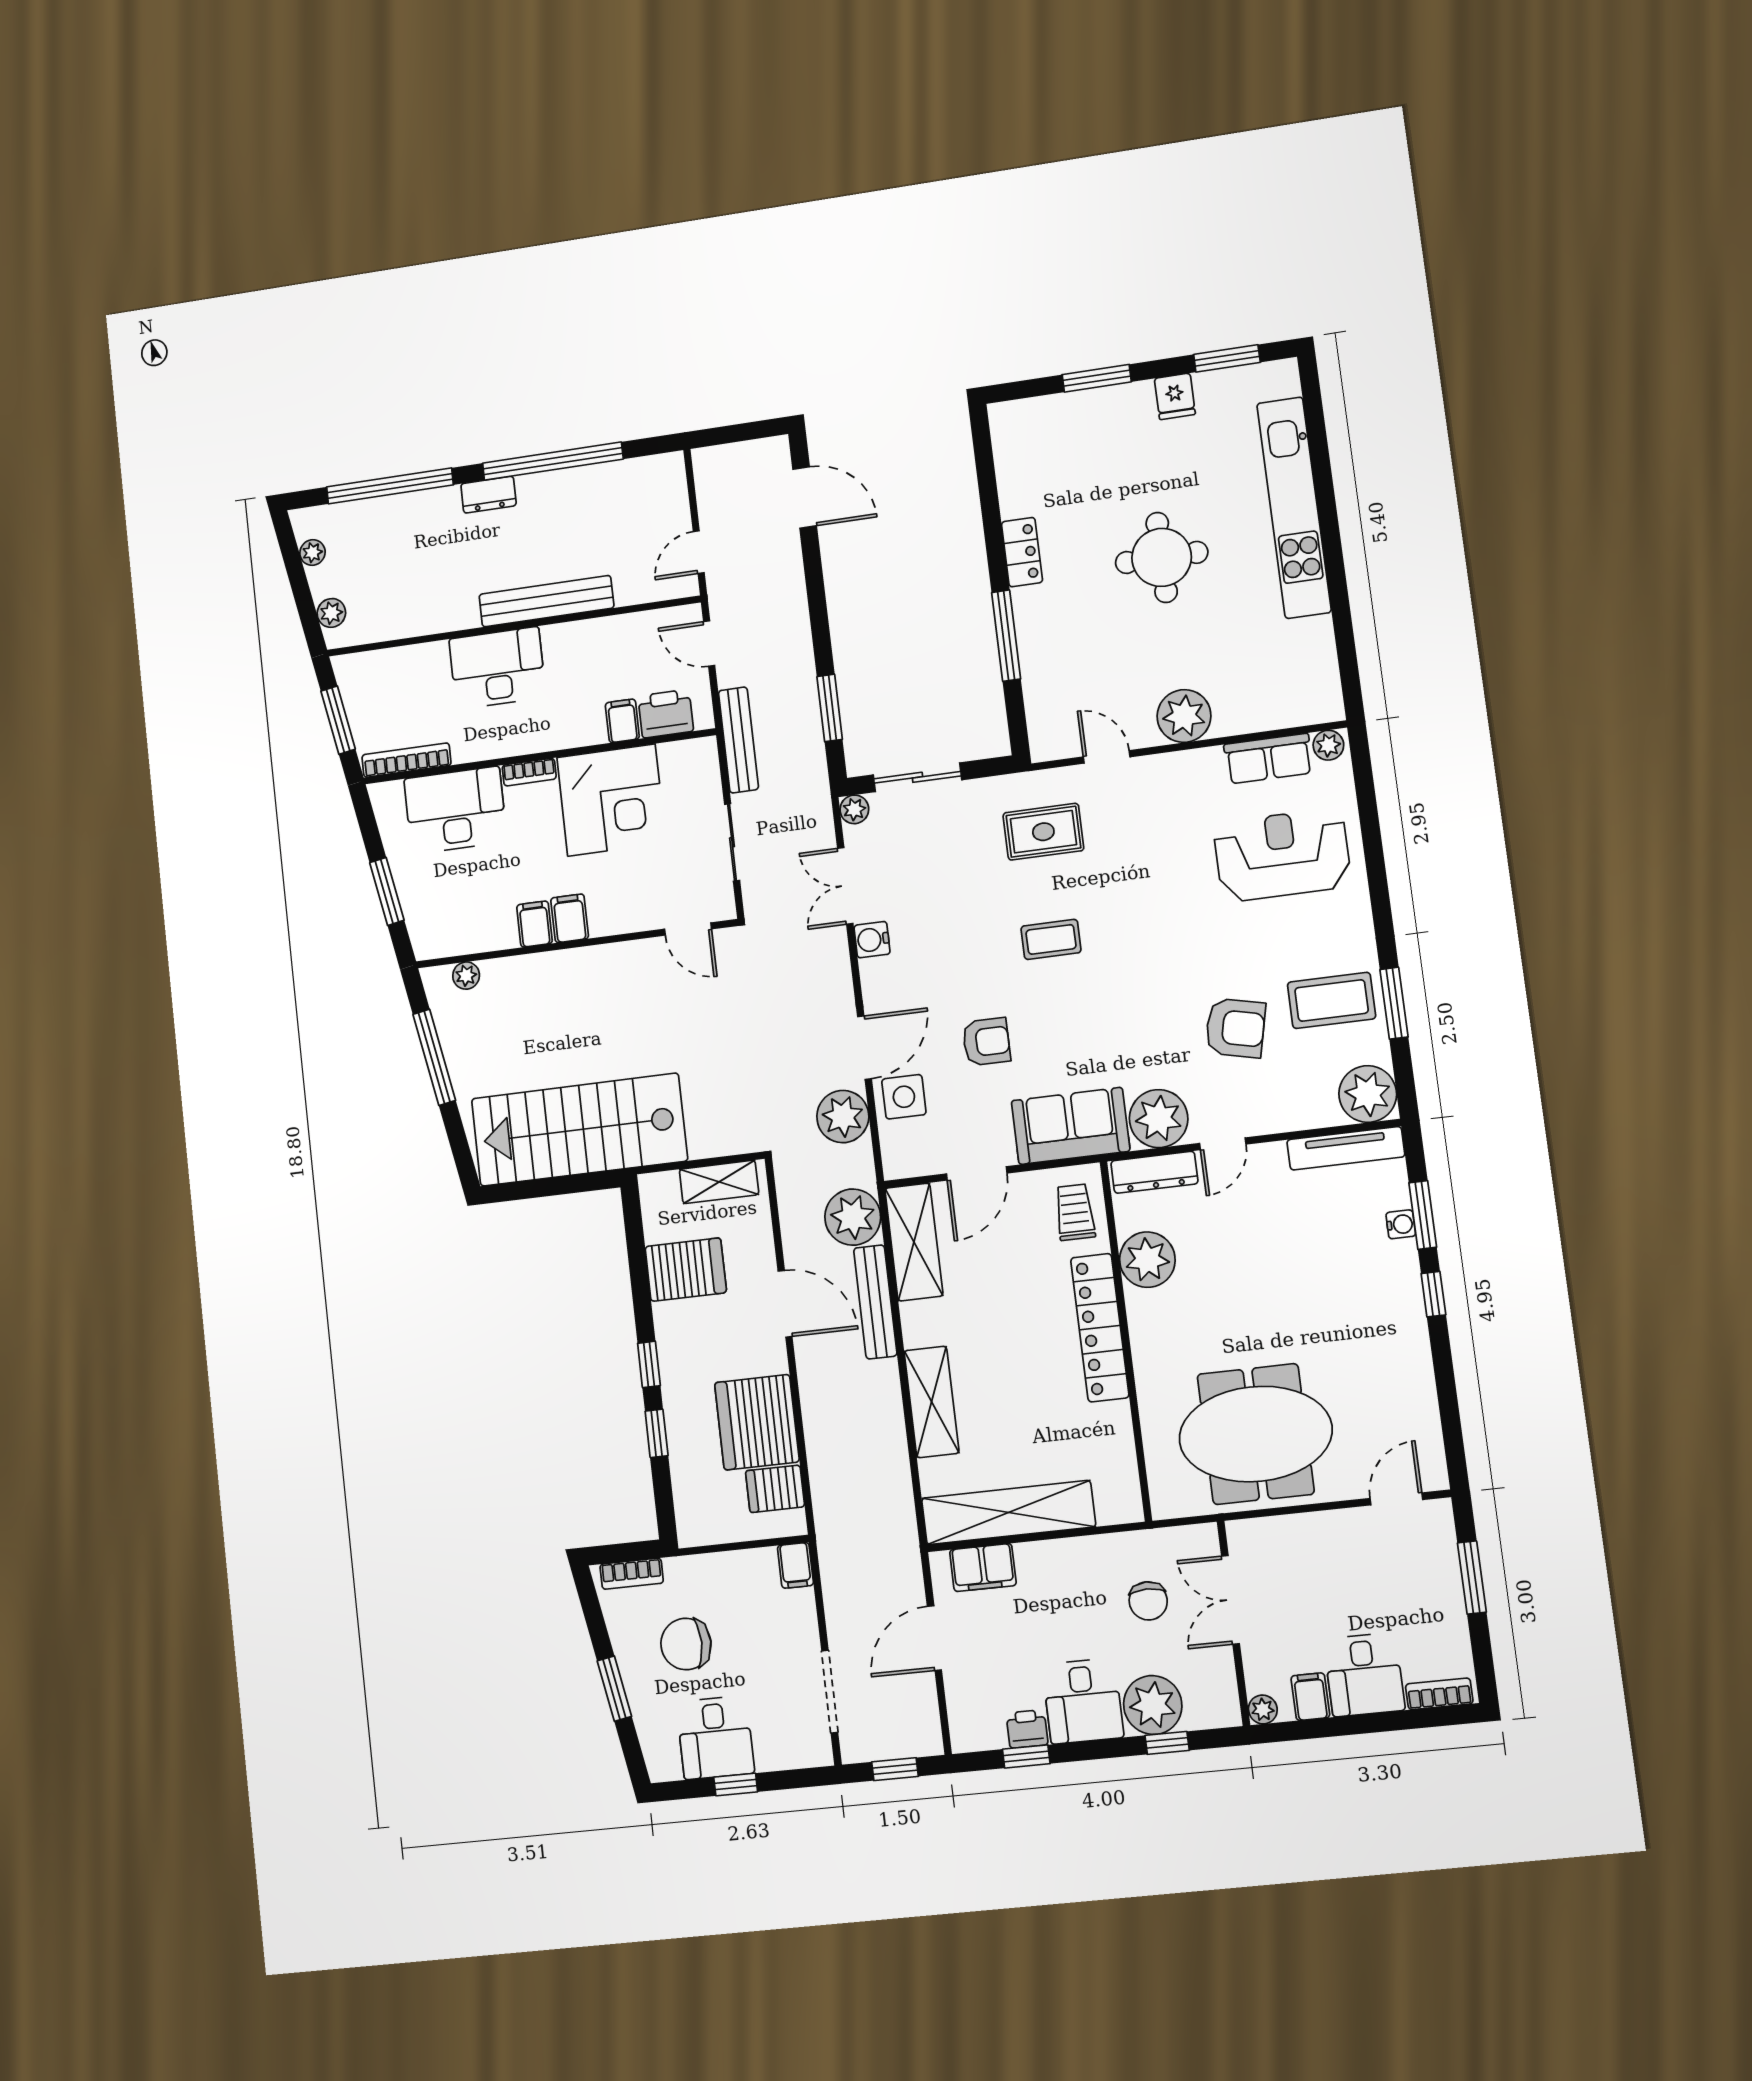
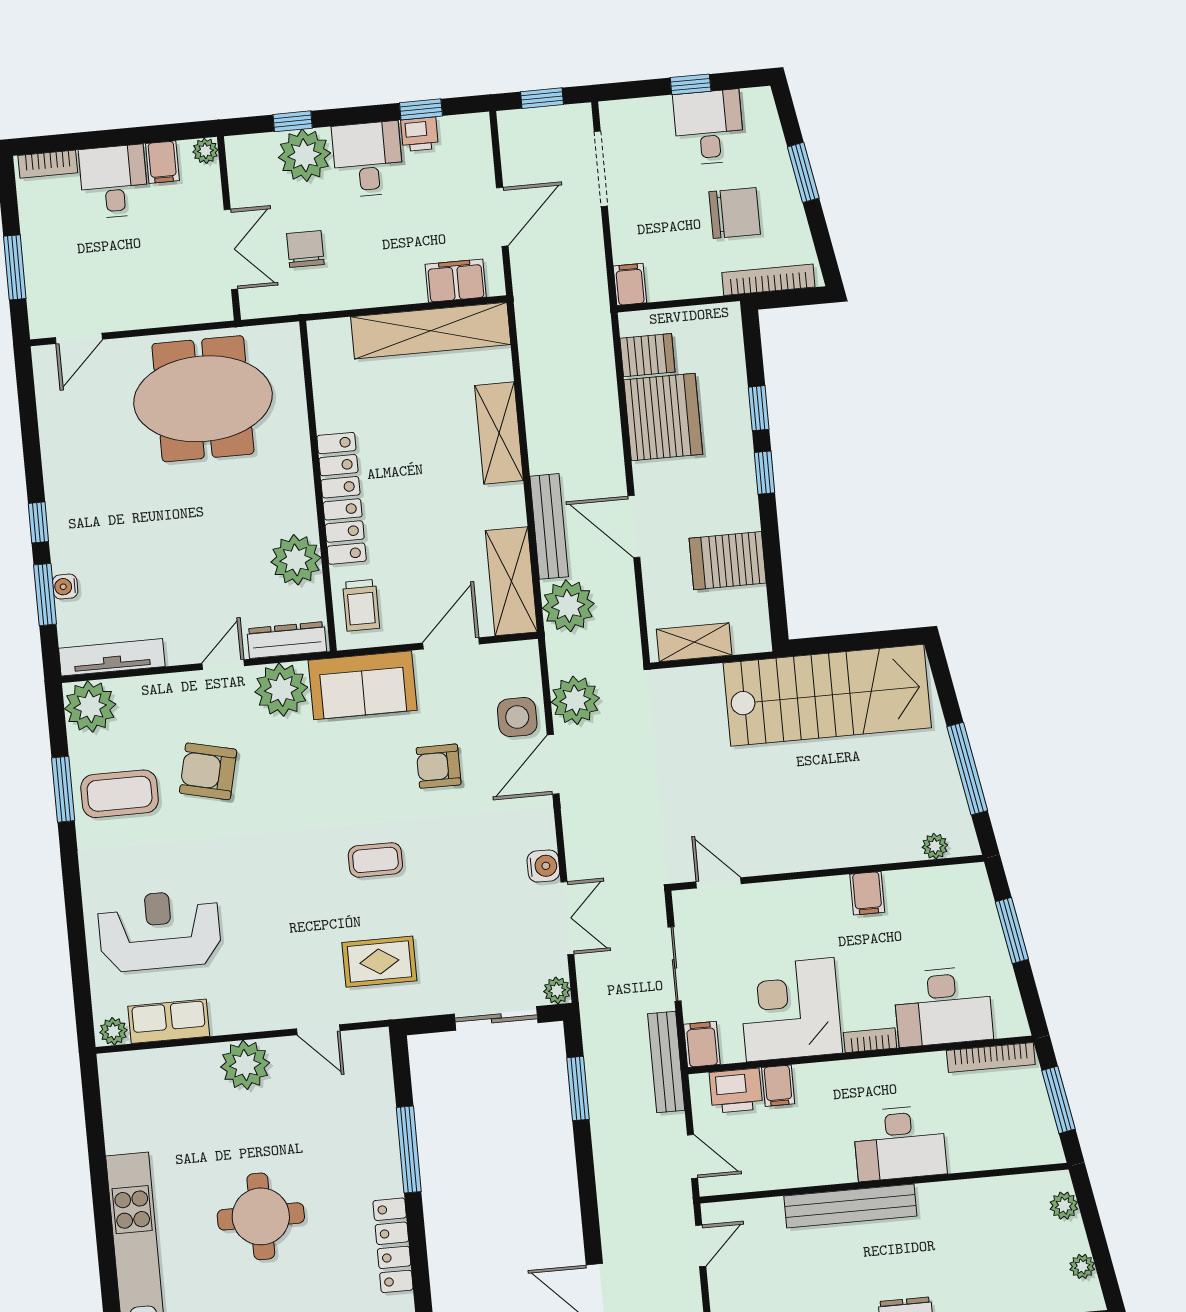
locker: (1022, 552) -> (393, 1245), width x1.53
reception desk: (1282, 855) -> (159, 931), turned 180
filing cabinet: (570, 918) -> (702, 1044), moved, turned 180
bookcase: (632, 1574) -> (768, 280), width x1.56

